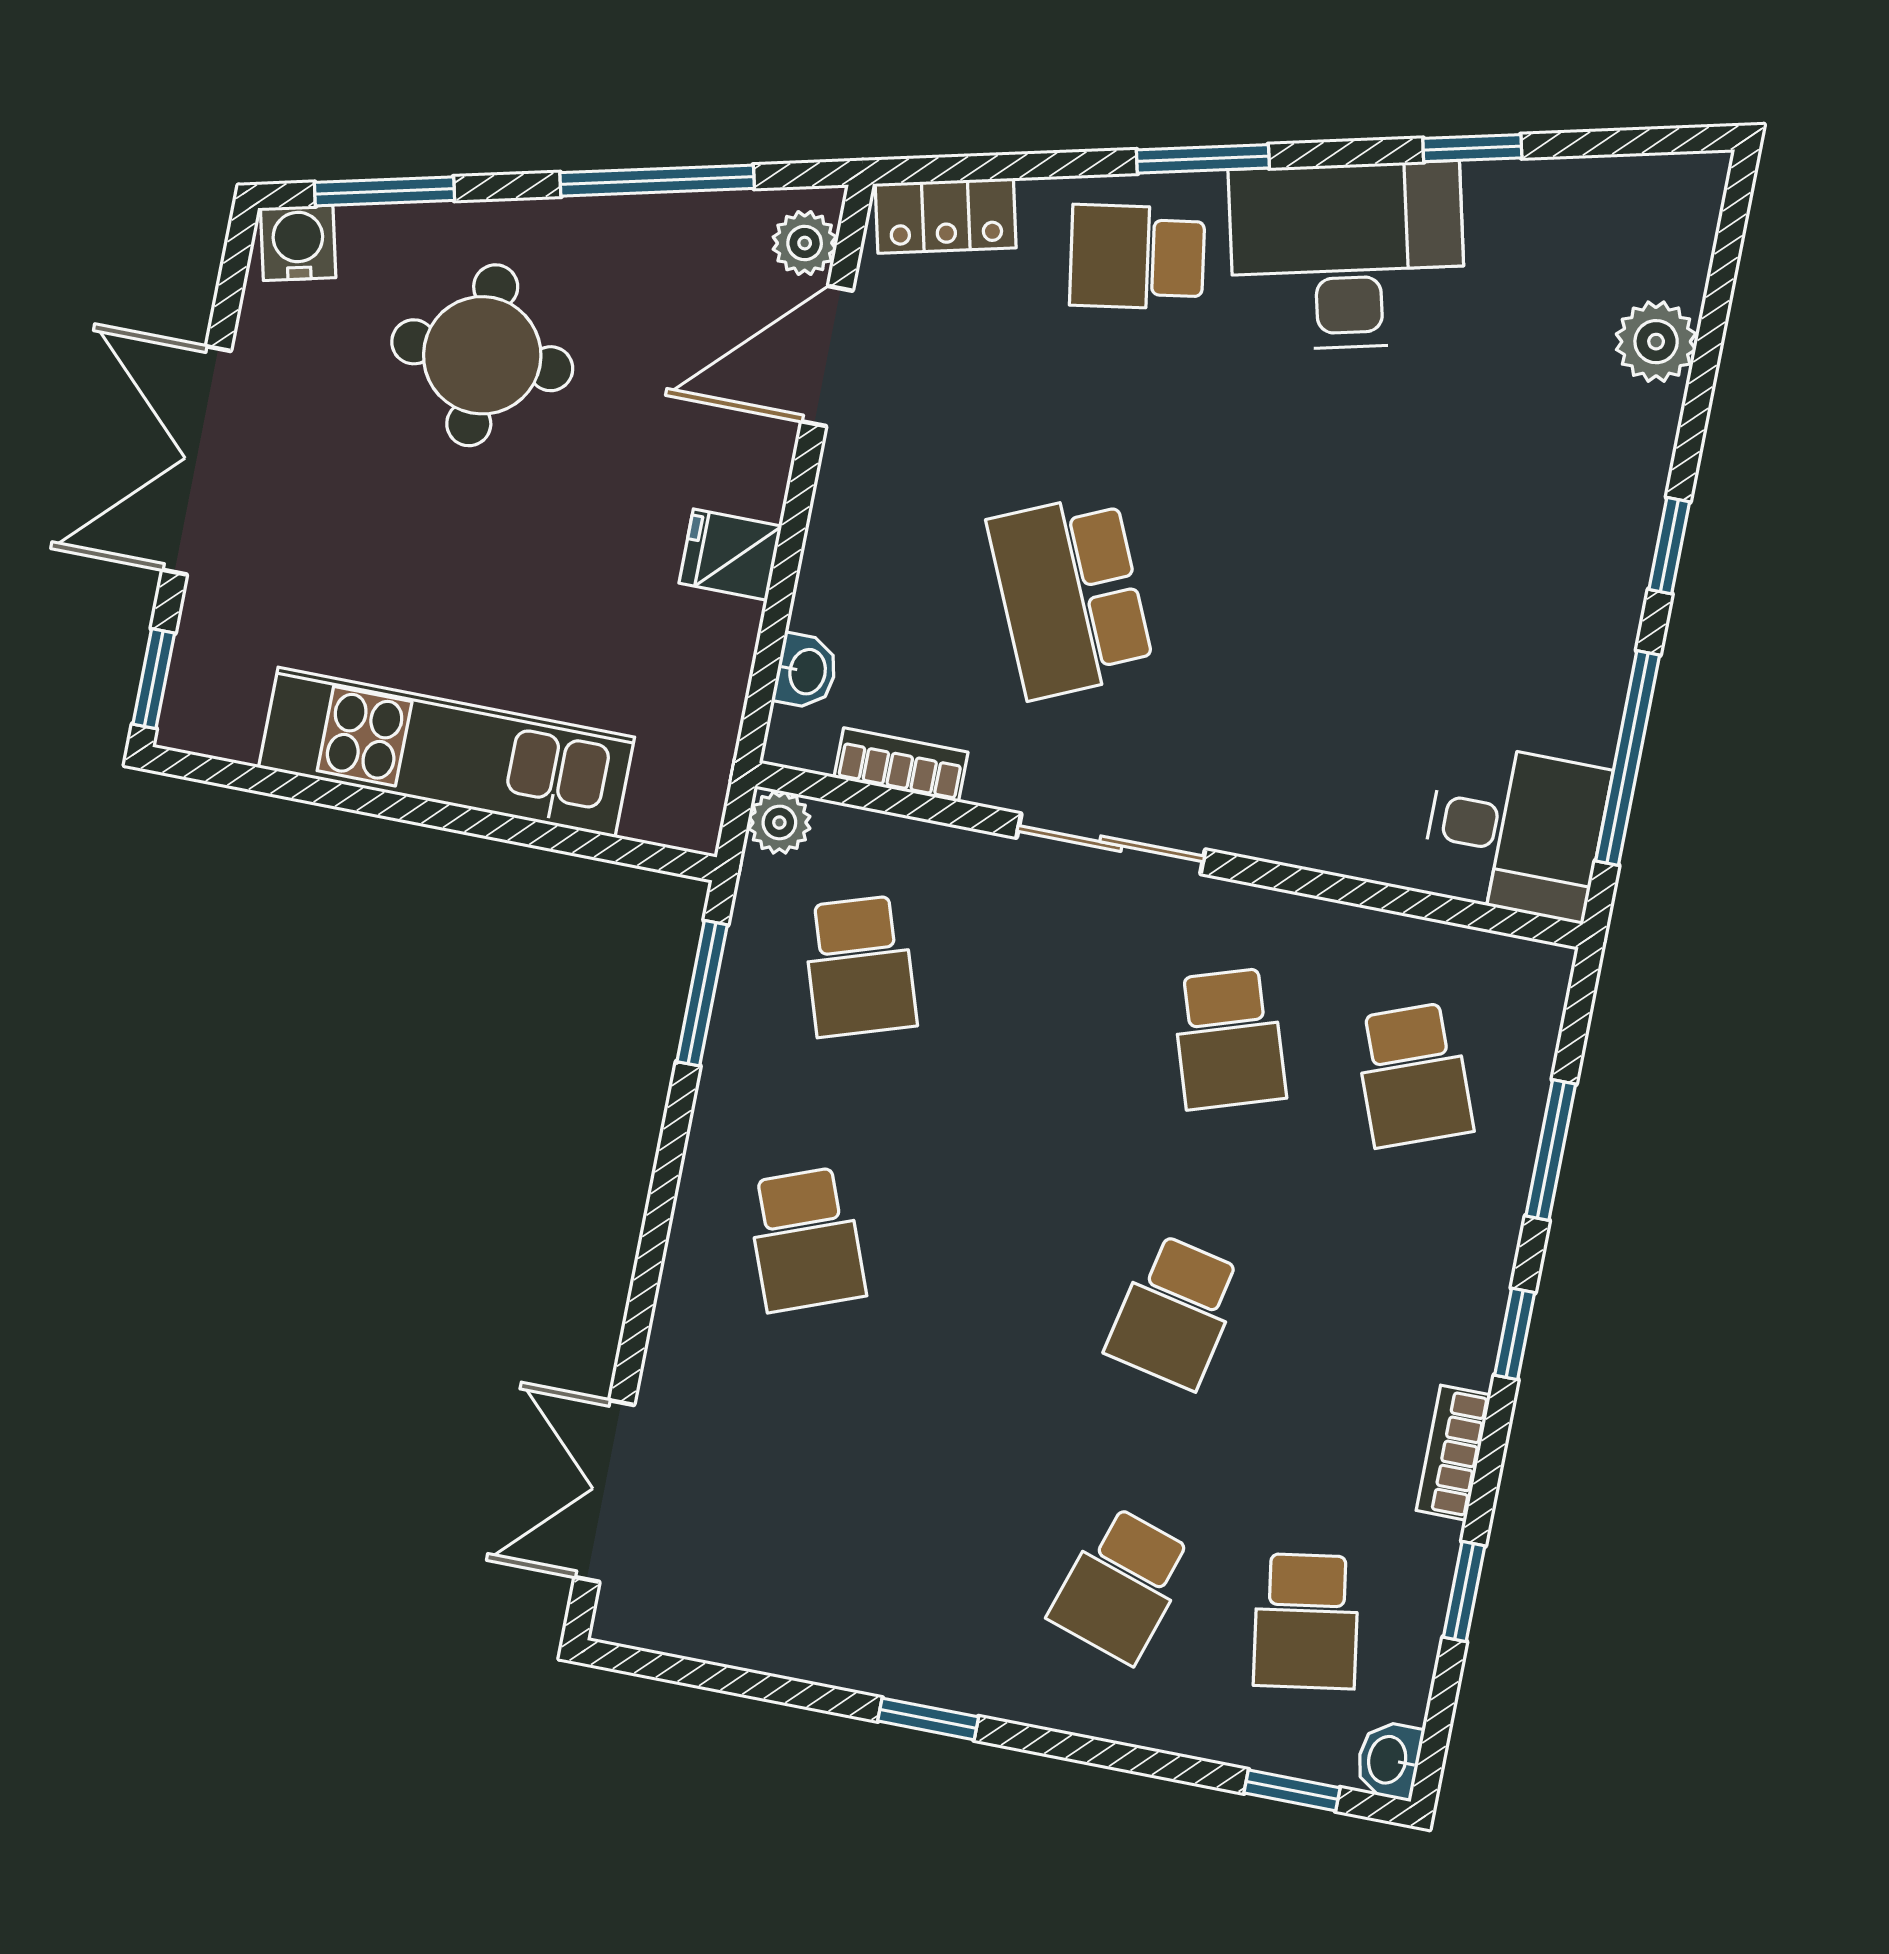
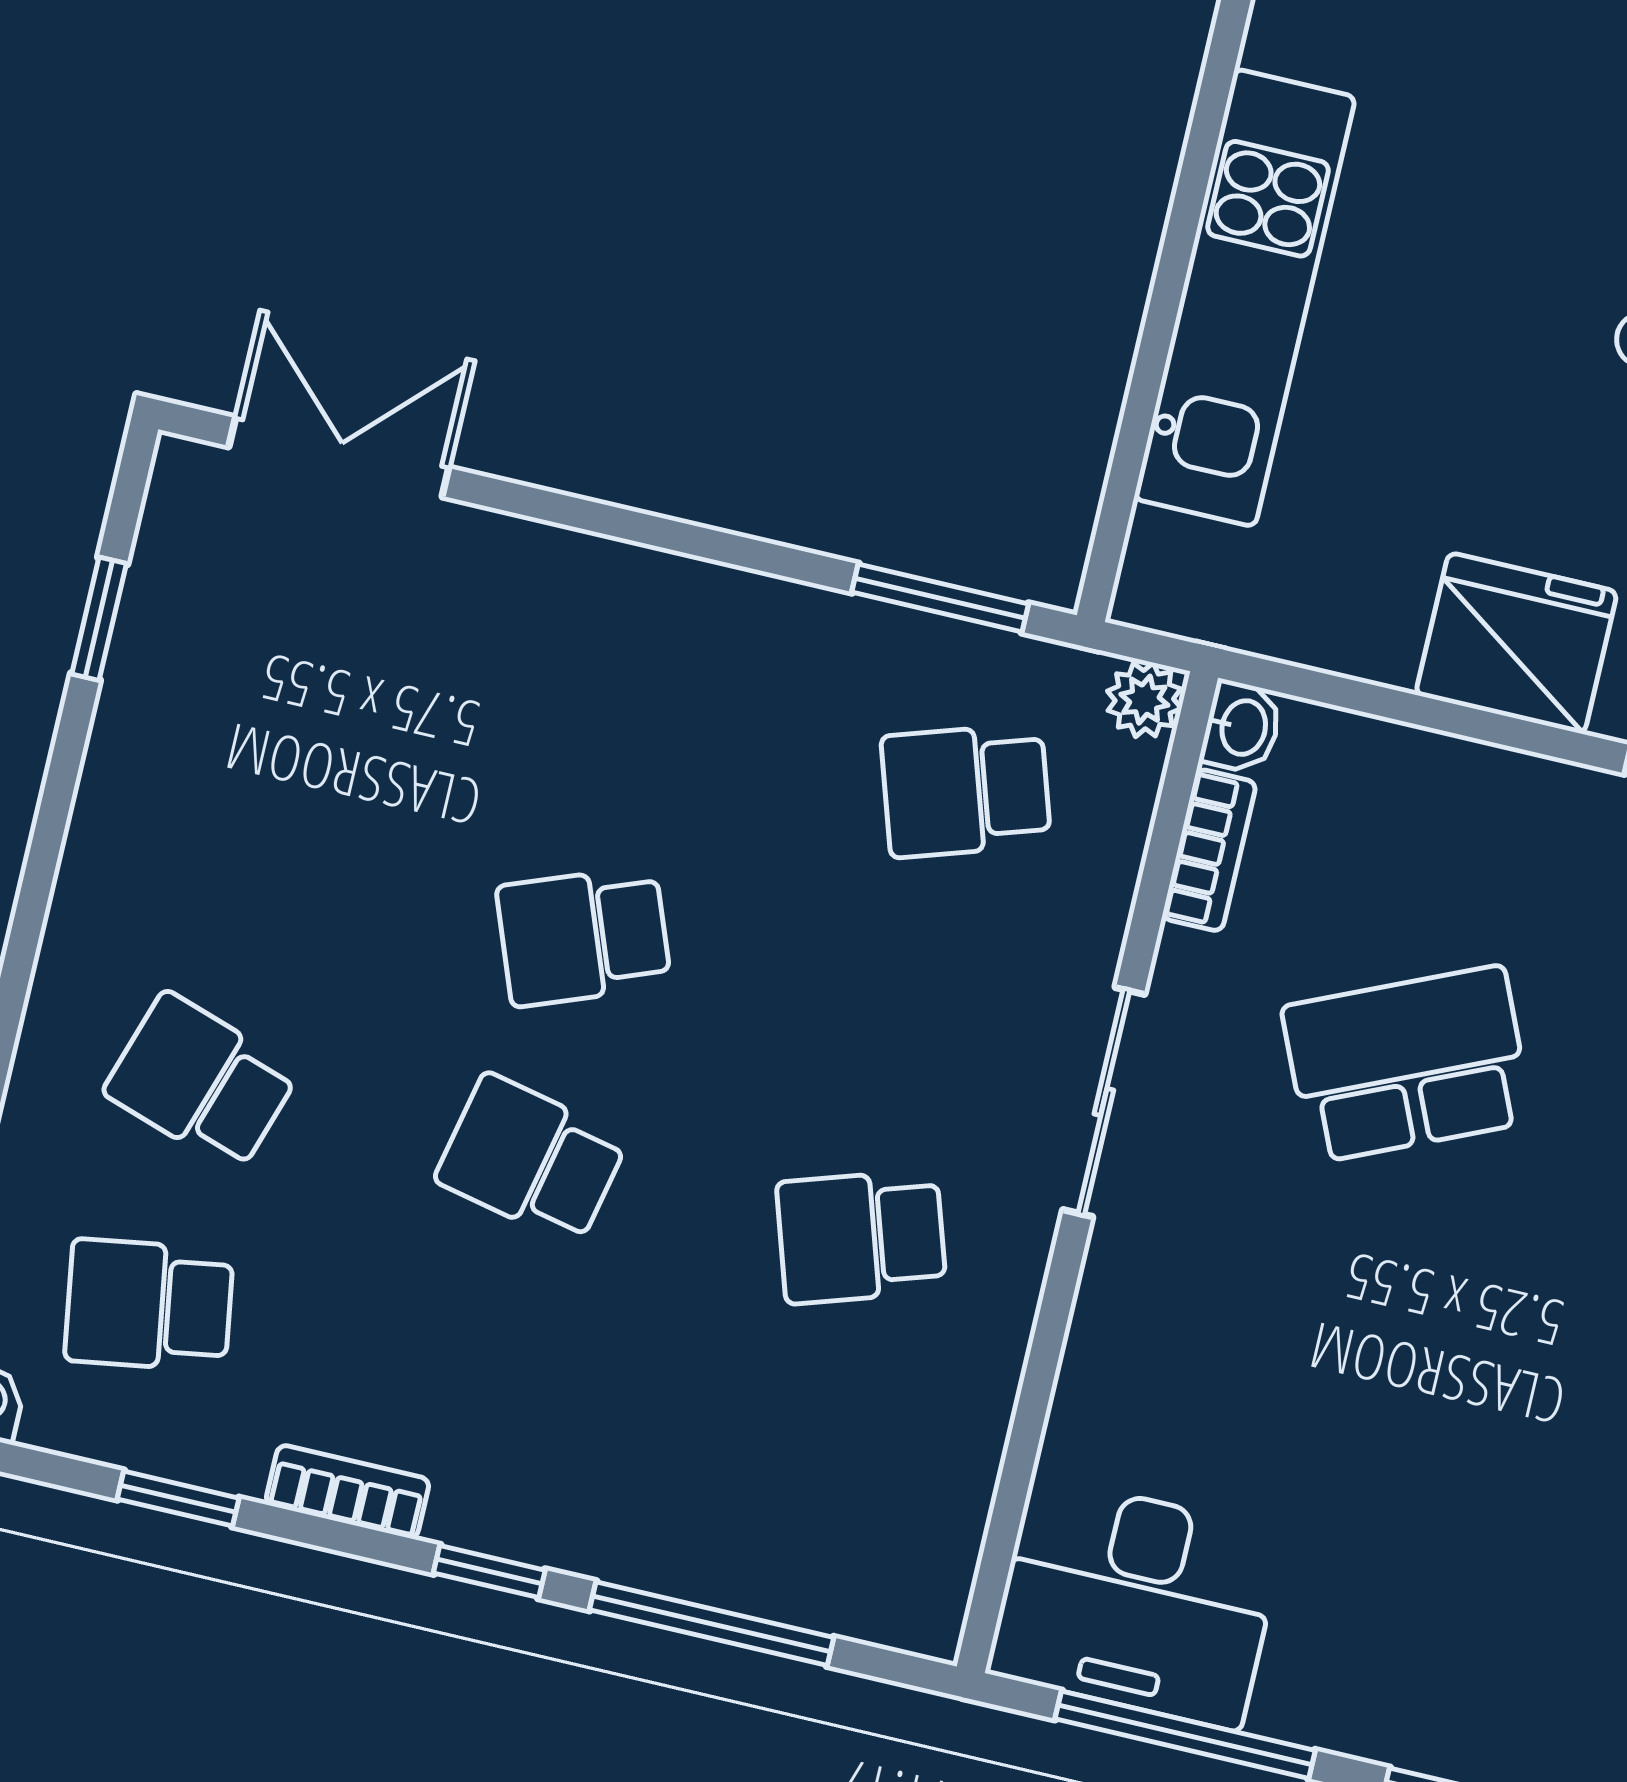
fridge: (730, 555) -> (1516, 643), width x1.88, depth x1.34
washbasin: (806, 671) -> (1242, 727), moved, turned -90
desk: (1515, 831) -> (1136, 1603), width x1.37
school desk: (1413, 1075) -> (809, 1460), removed
window: (1551, 1150) -> (712, 1624), width x1.44
school desk: (806, 1239) -> (584, 936), moved
window: (928, 1719) -> (99, 619), moved

